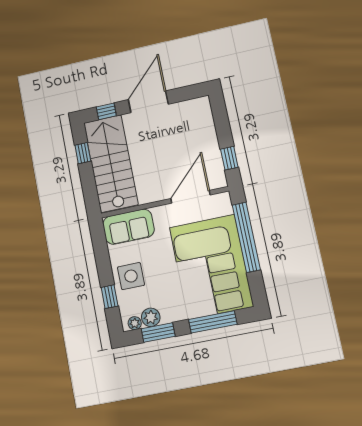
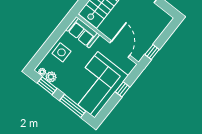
door: (190, 197) -> (120, 49), hinge flipped
window: (246, 237) -> (123, 89), width x0.32
window: (110, 297) -> (44, 51), removed

